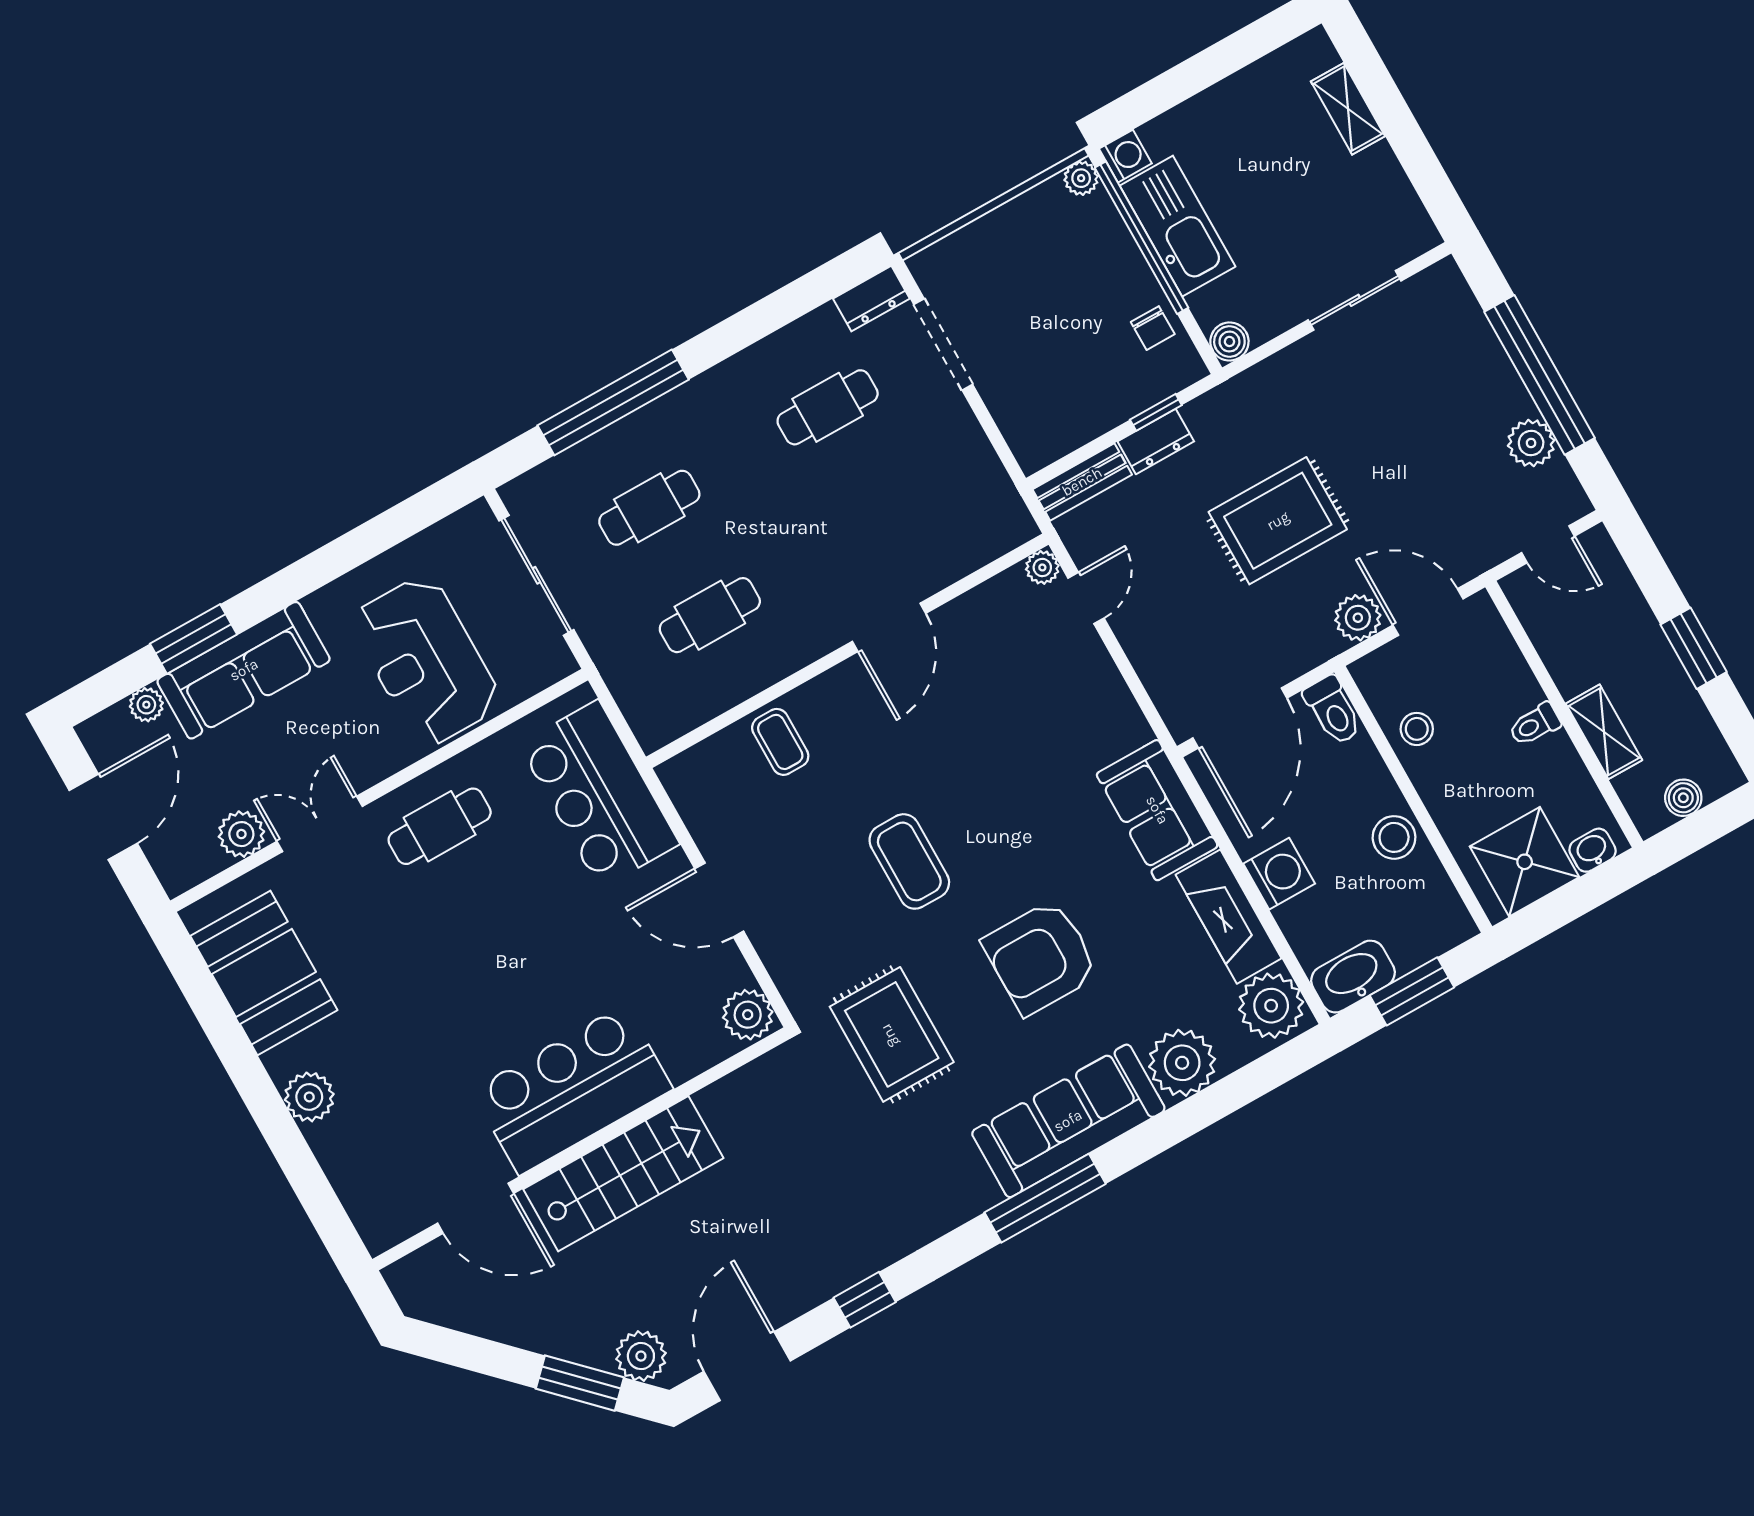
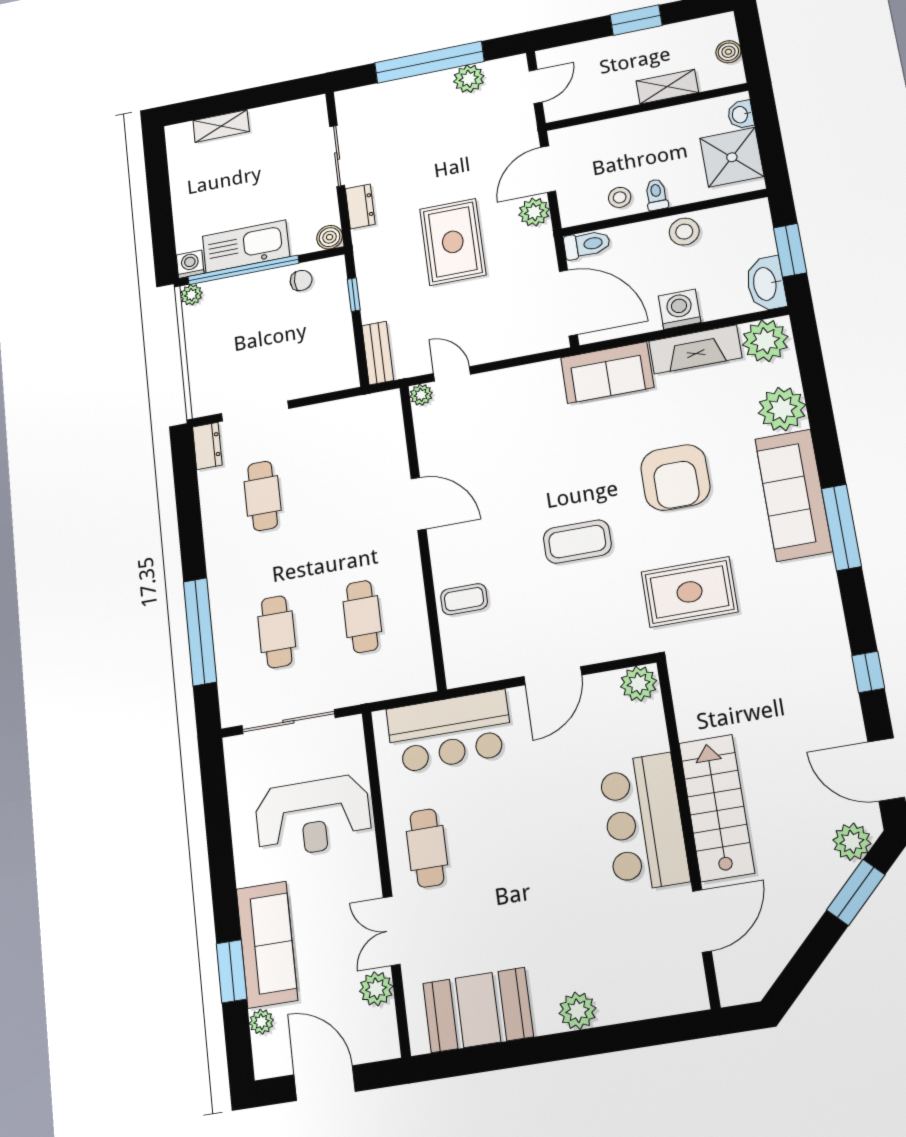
dresser: (1156, 441) -> (360, 206), moved
toilet: (1535, 724) -> (656, 195), moved, turned 180

